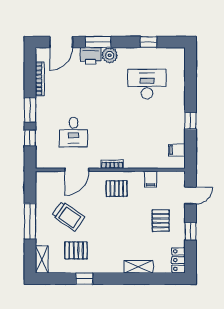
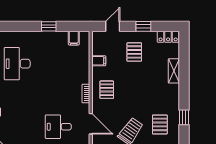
desk: (73, 132) -> (58, 127), turned 180
door: (190, 195) -> (113, 26), hinge flipped
pallet: (161, 221) -> (134, 52), turned 90

